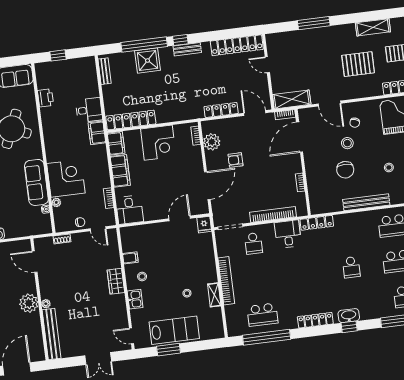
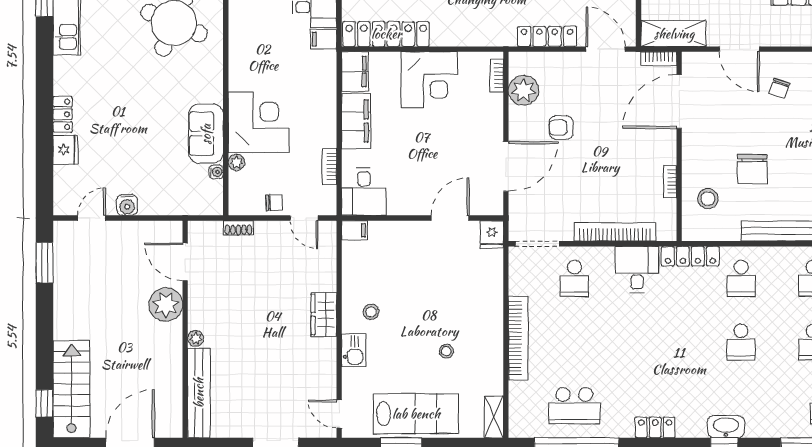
filing cabinet: (97, 133) -> (323, 39), width x0.50
stool: (347, 143) -> (708, 199), moved
sofa: (36, 182) -> (206, 134), width x0.73
school desk: (347, 232) -> (741, 278), added
filing cabinet: (130, 258) -> (354, 230), moved
shelving: (214, 295) -> (494, 417), moved
plant: (29, 303) -> (166, 305), moved
locker: (315, 320) -> (655, 427), width x0.66

